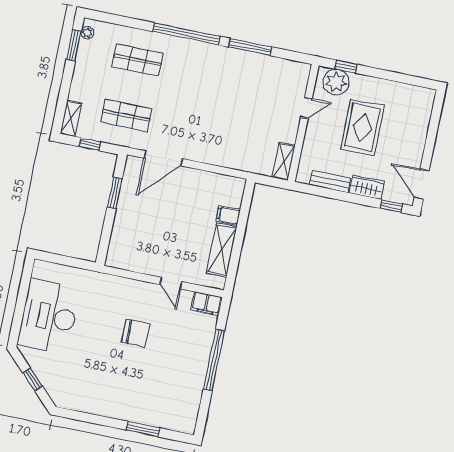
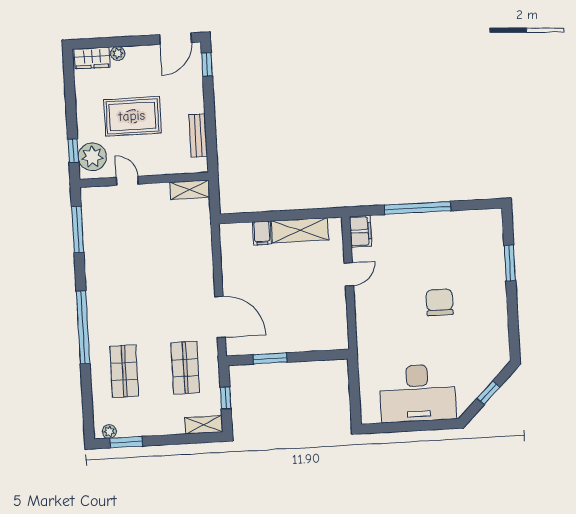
window: (250, 47) -> (78, 229), moved
plant: (422, 129) -> (118, 53), added
wardrobe: (367, 187) -> (92, 58), moved, turned -90
chair: (136, 333) -> (440, 302), moved

